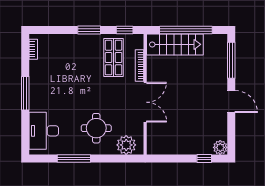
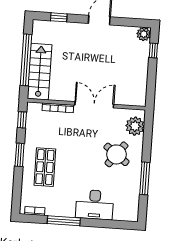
shop shelf: (114, 57) -> (45, 167), moved, turned 90
window: (231, 60) -> (59, 17), width x0.46
window: (25, 93) -> (64, 221), moved
round table: (96, 128) -> (116, 154), turned 37
desk: (44, 131) -> (95, 205), moved

